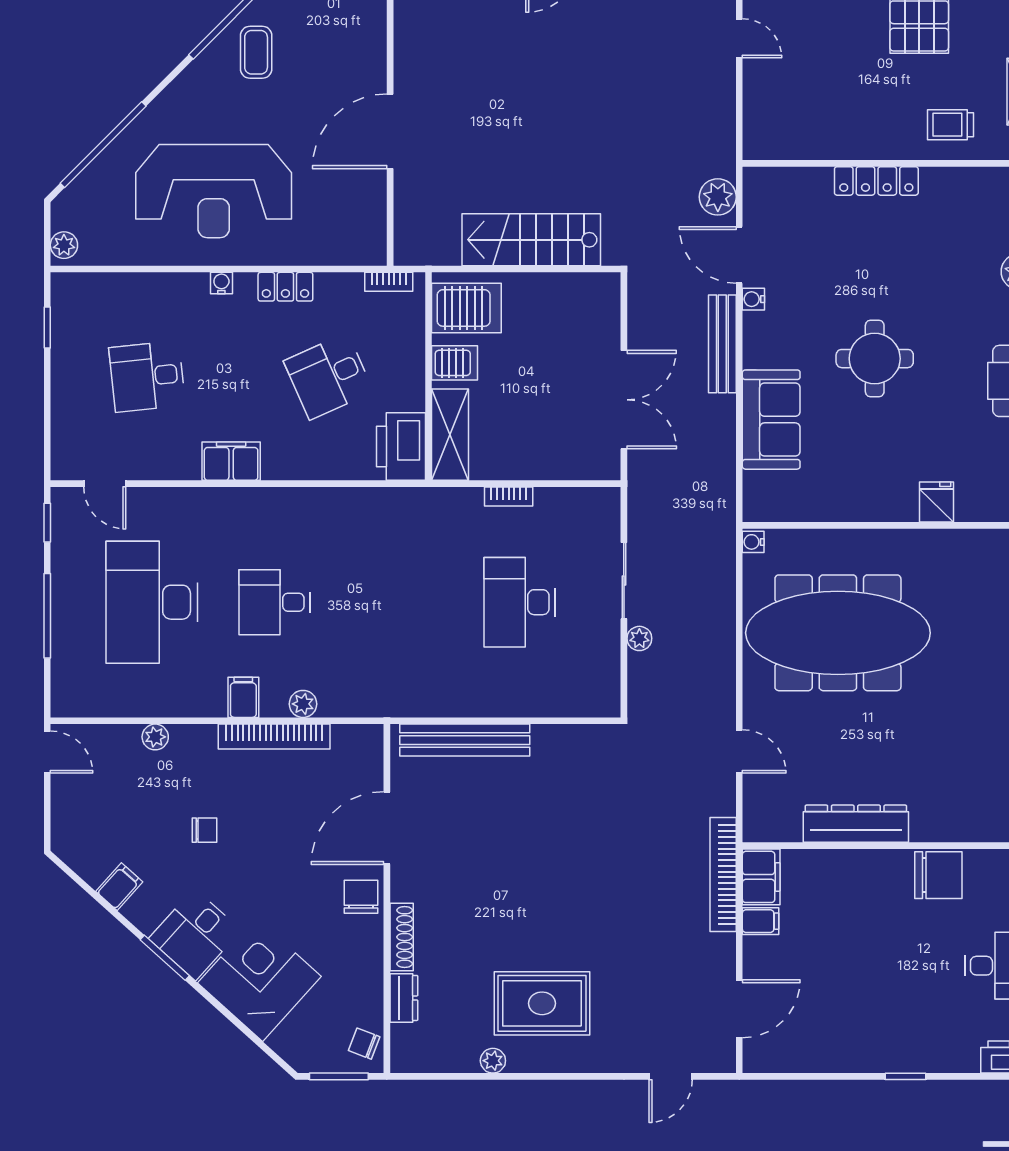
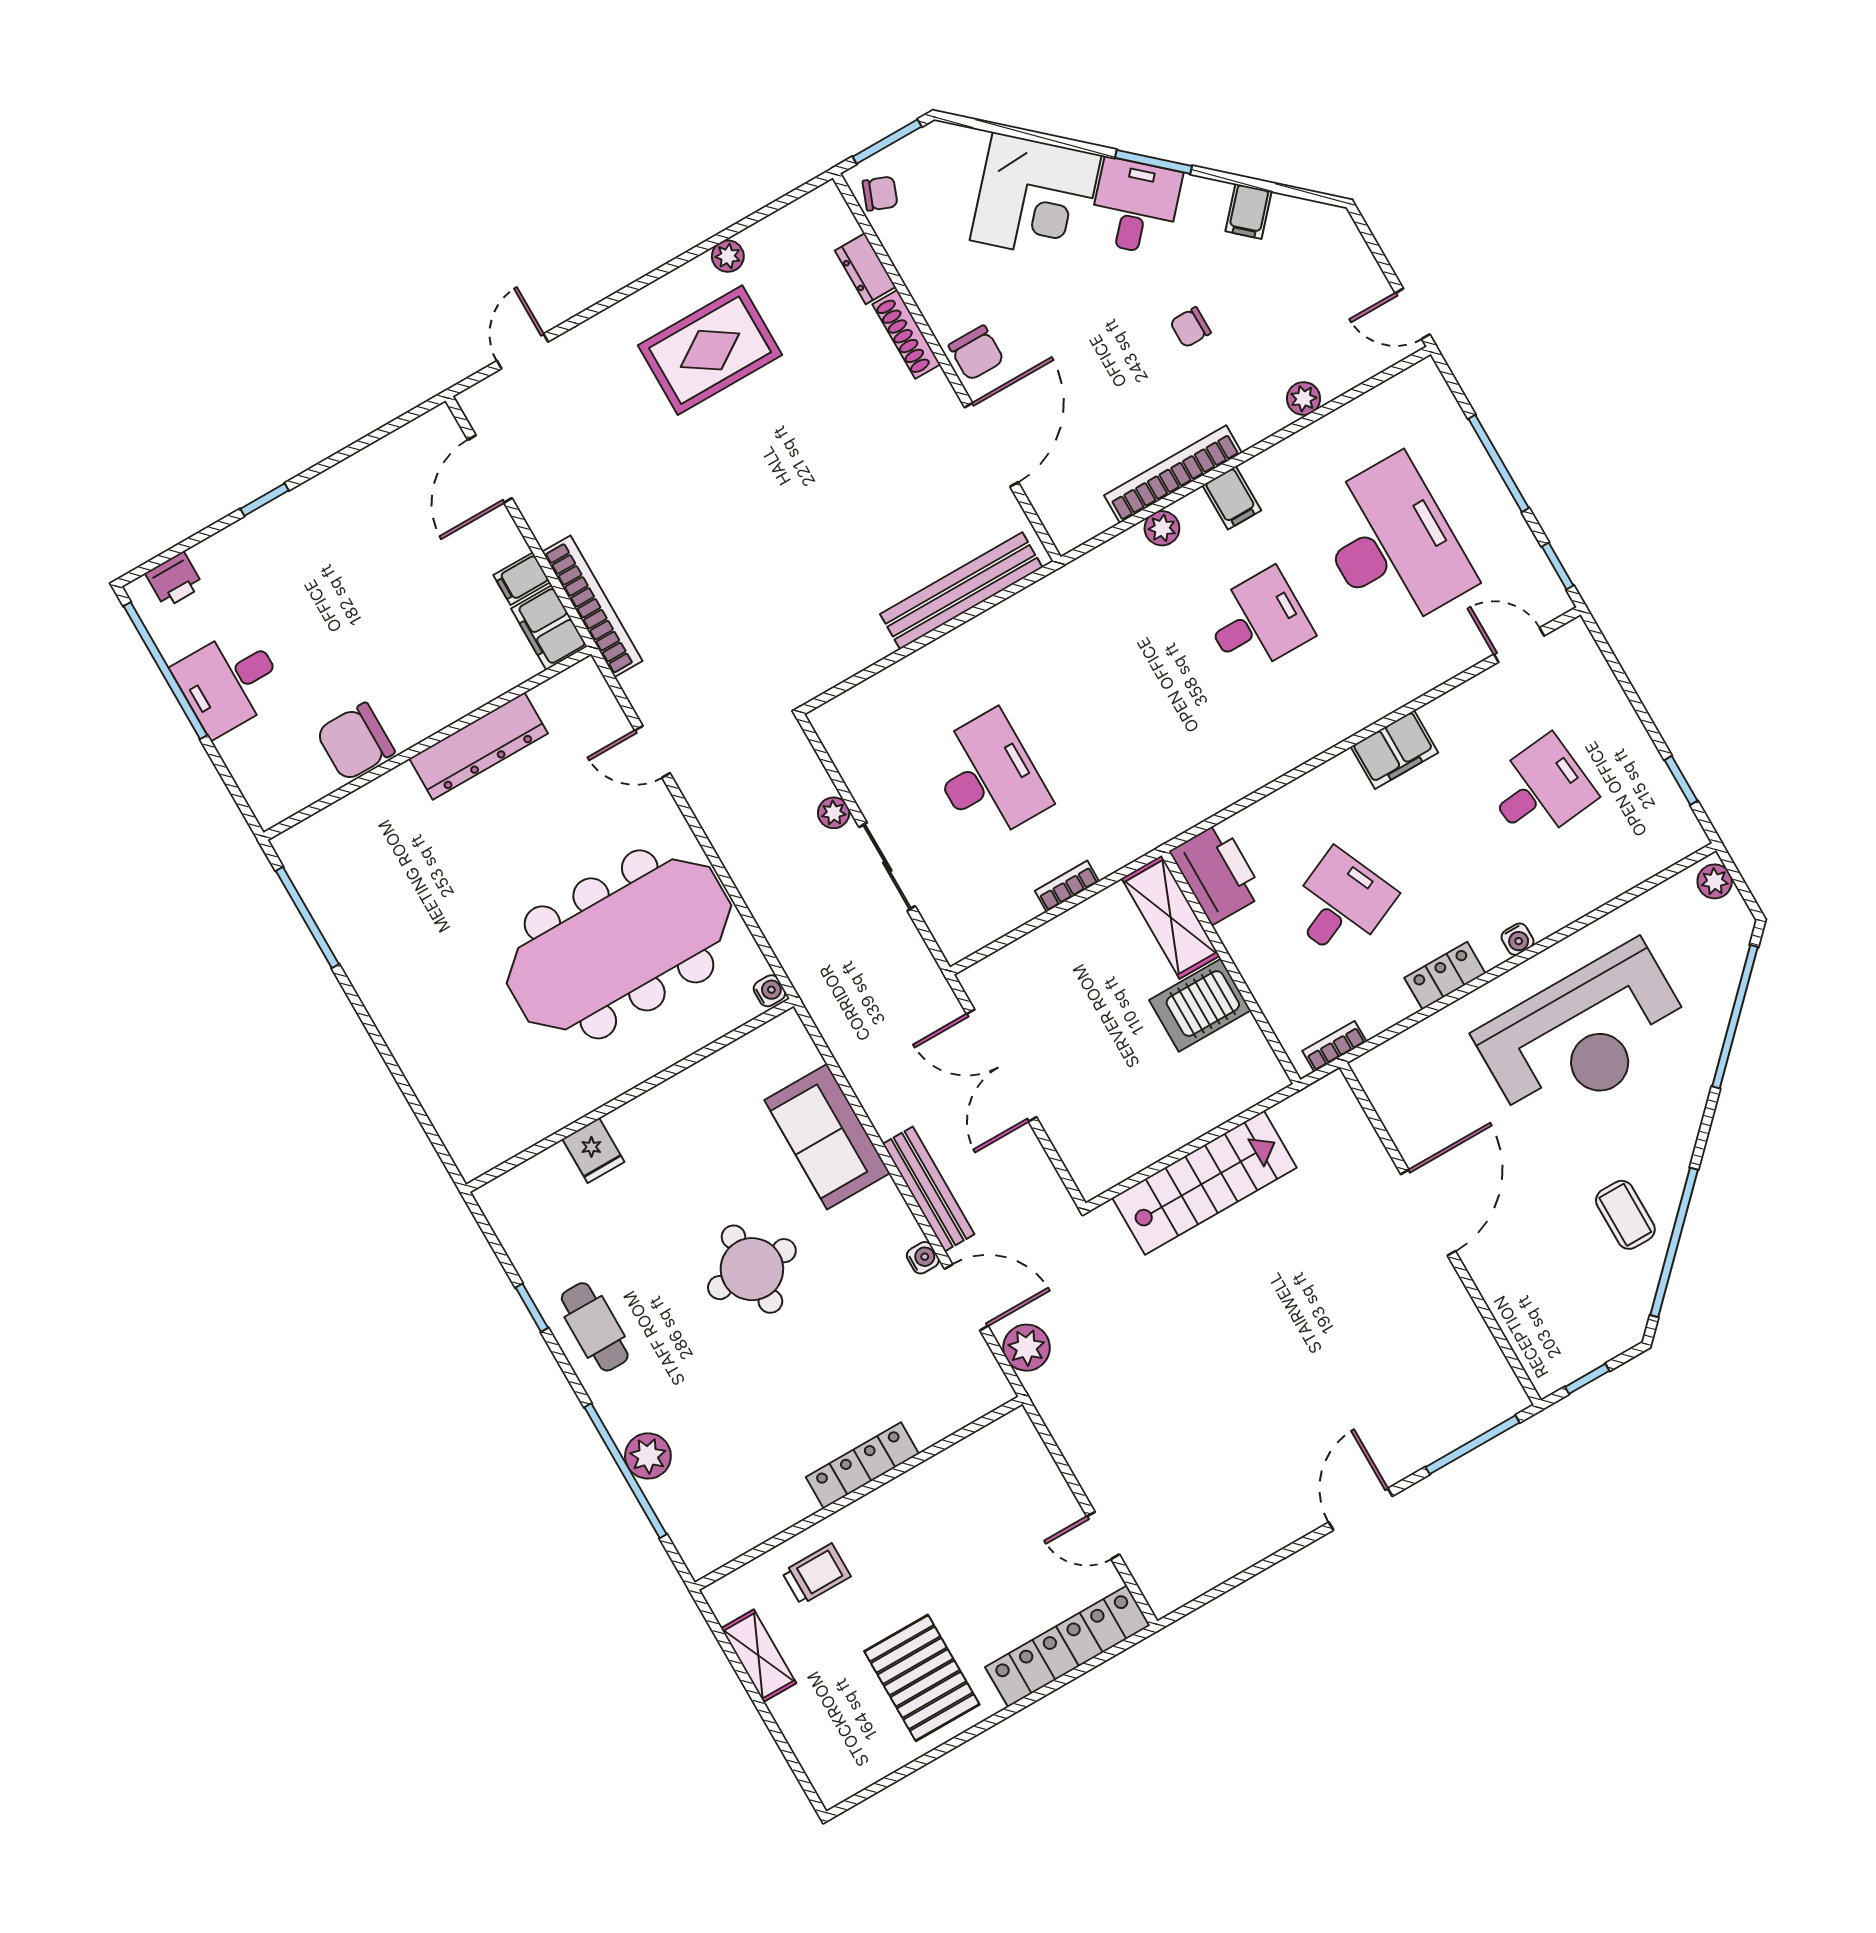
reception desk: (214, 191) -> (1584, 1035), turned 180
server rack: (466, 308) -> (1233, 1067), removed
server rack: (455, 363) -> (1200, 1005), width x1.36, depth x1.44

